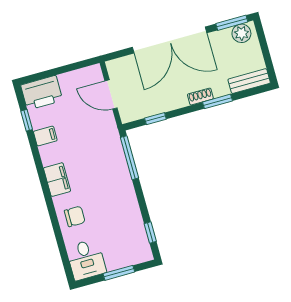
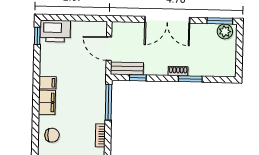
double door: (170, 40) -> (167, 20), width x0.73
bench: (249, 81) -> (127, 69), moved
window: (27, 120) -> (37, 36), moved
filing cabinet: (45, 136) -> (48, 83), moved
bookcase: (132, 200) -> (100, 135), added

